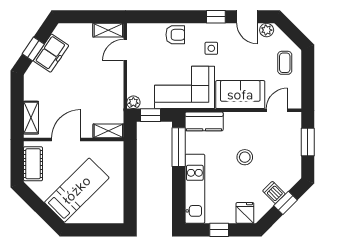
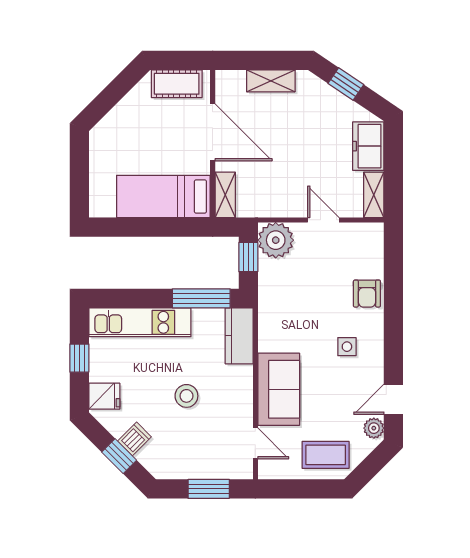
window: (216, 17) -> (393, 353), removed
door: (125, 50) -> (323, 220), moved
freezer: (51, 53) -> (368, 146), moved, turned 56
coffee table: (285, 63) -> (326, 455), width x1.36, depth x1.30
corner sofa: (185, 87) -> (289, 307), removed
plant: (133, 102) -> (276, 240), width x1.87, depth x1.87
shelving: (31, 118) -> (271, 81), moved
door: (66, 139) -> (213, 132), width x1.36
bed: (77, 190) -> (163, 196), moved, turned 135

